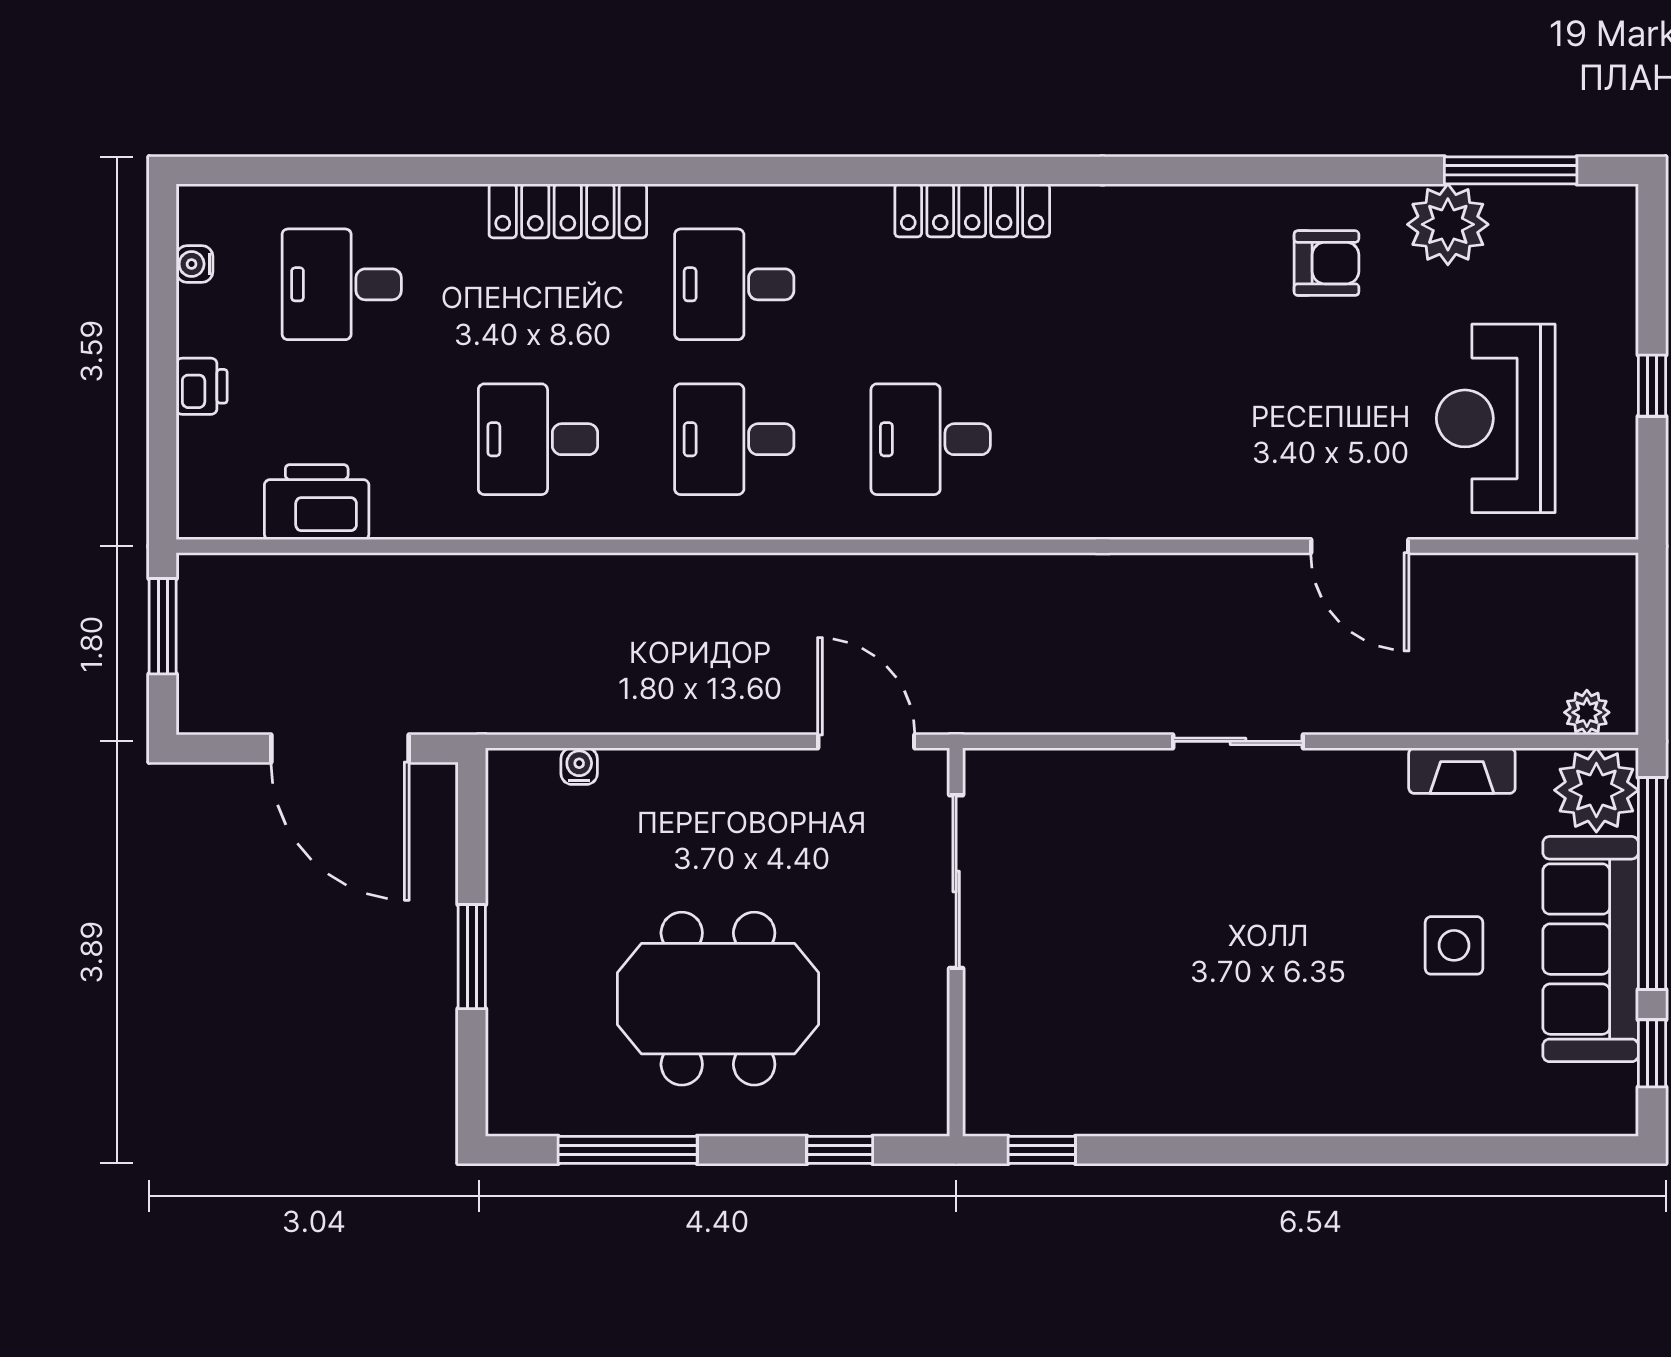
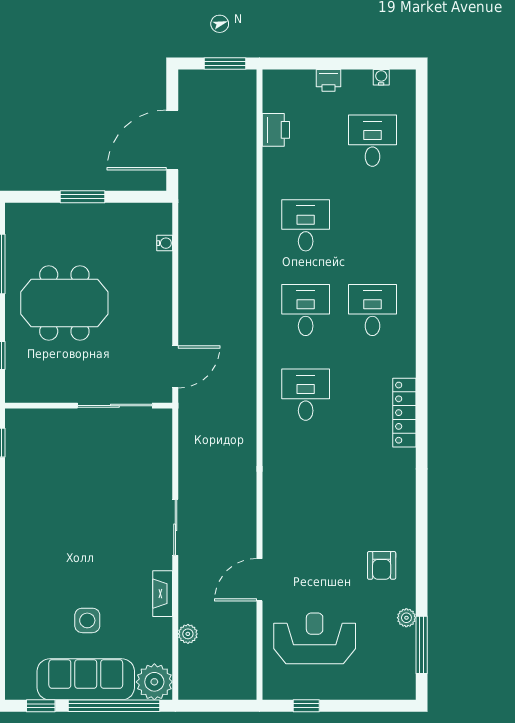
locker: (568, 211) -> (404, 238), removed
plant: (1448, 224) -> (406, 618), width x0.53, depth x0.53
window: (1652, 386) -> (306, 706), moved
printer: (317, 502) -> (276, 130), width x0.73, depth x0.84
plant: (1587, 712) -> (188, 634), moved
fireplace: (1462, 771) -> (163, 594), moved
meeting table: (718, 999) -> (64, 303), turned 90

